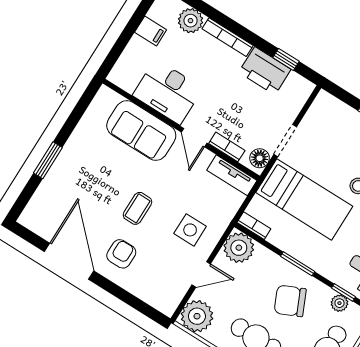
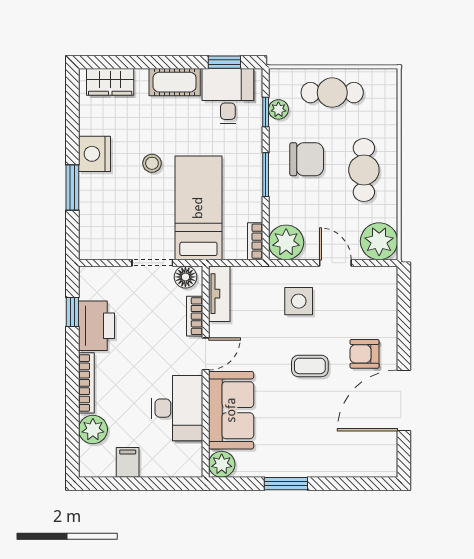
plant: (106, 99) -> (222, 464), added
window: (48, 160) -> (286, 484), moved
chair: (290, 301) -> (307, 159), turned -66

